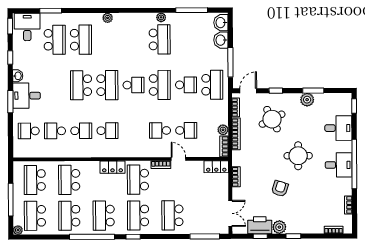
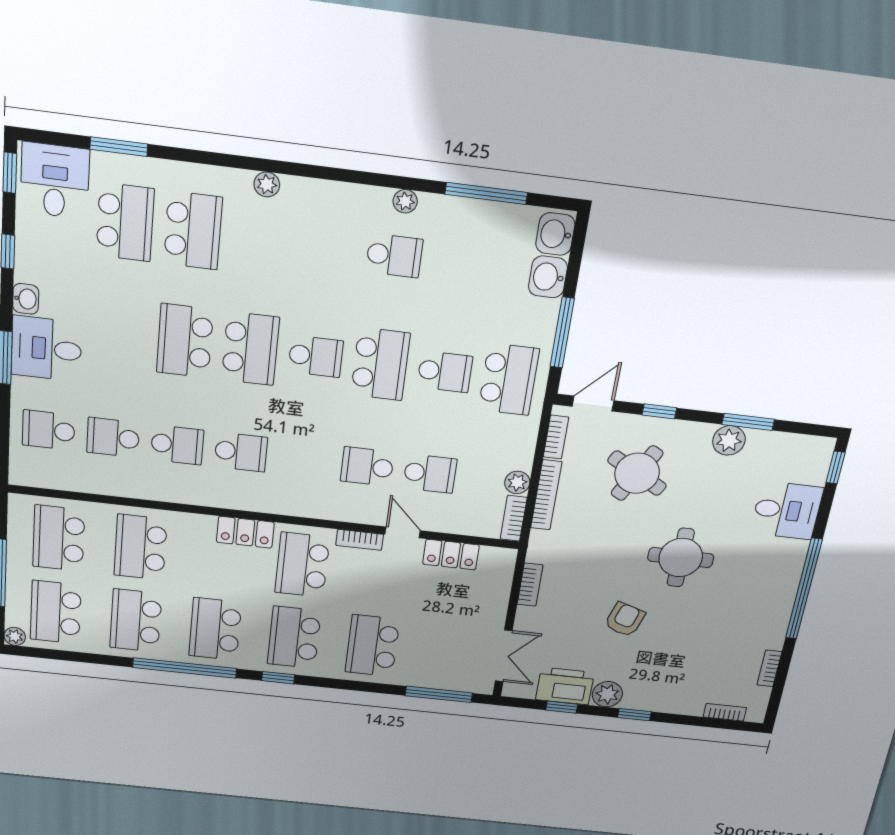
school desk: (160, 39) -> (394, 256), width x0.54
round table: (272, 119) -> (637, 473), turned -34
desk: (339, 165) -> (768, 587), removed
locker: (216, 167) -> (451, 555), moved

